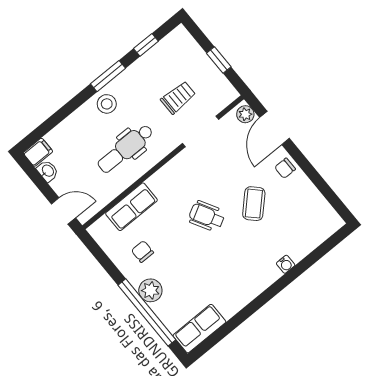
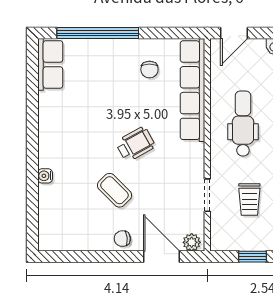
doorway: (201, 131) -> (207, 195), width x0.73
chair: (285, 168) -> (122, 239), turned -95
row of seats: (131, 207) -> (193, 90), width x2.02
chair: (142, 252) -> (149, 70), turned 90
plant: (150, 290) -> (113, 50), removed

